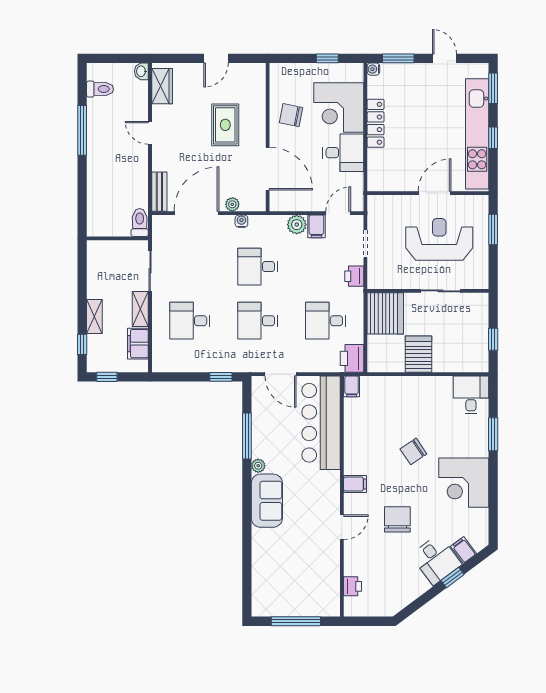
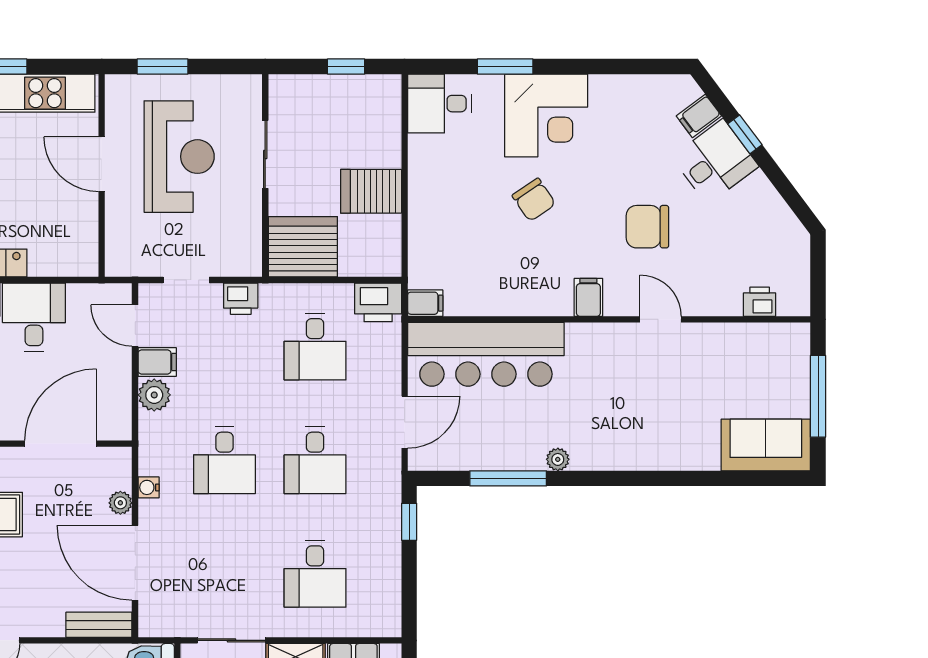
reception desk: (439, 239) -> (179, 157), turned 180
corner desk: (464, 483) -> (546, 116), moved
sofa: (267, 501) -> (766, 445), moved

